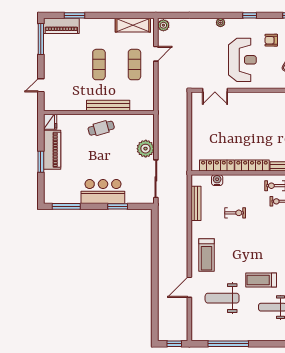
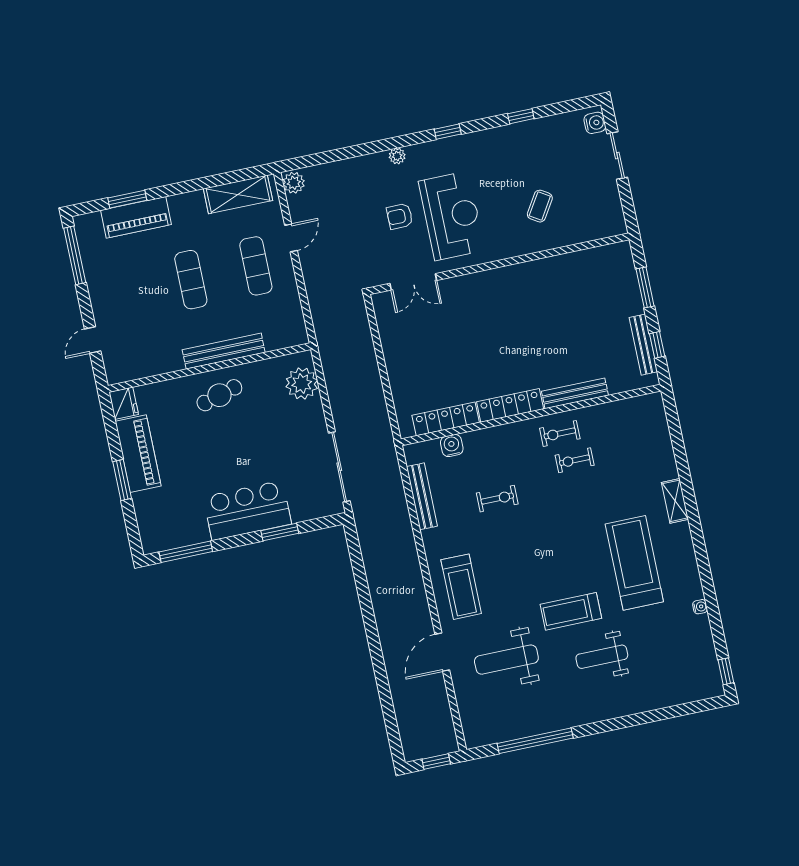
piano: (61, 26) -> (136, 217), moved
armchair: (271, 40) -> (400, 216), moved
plant: (146, 149) -> (302, 384), moved

